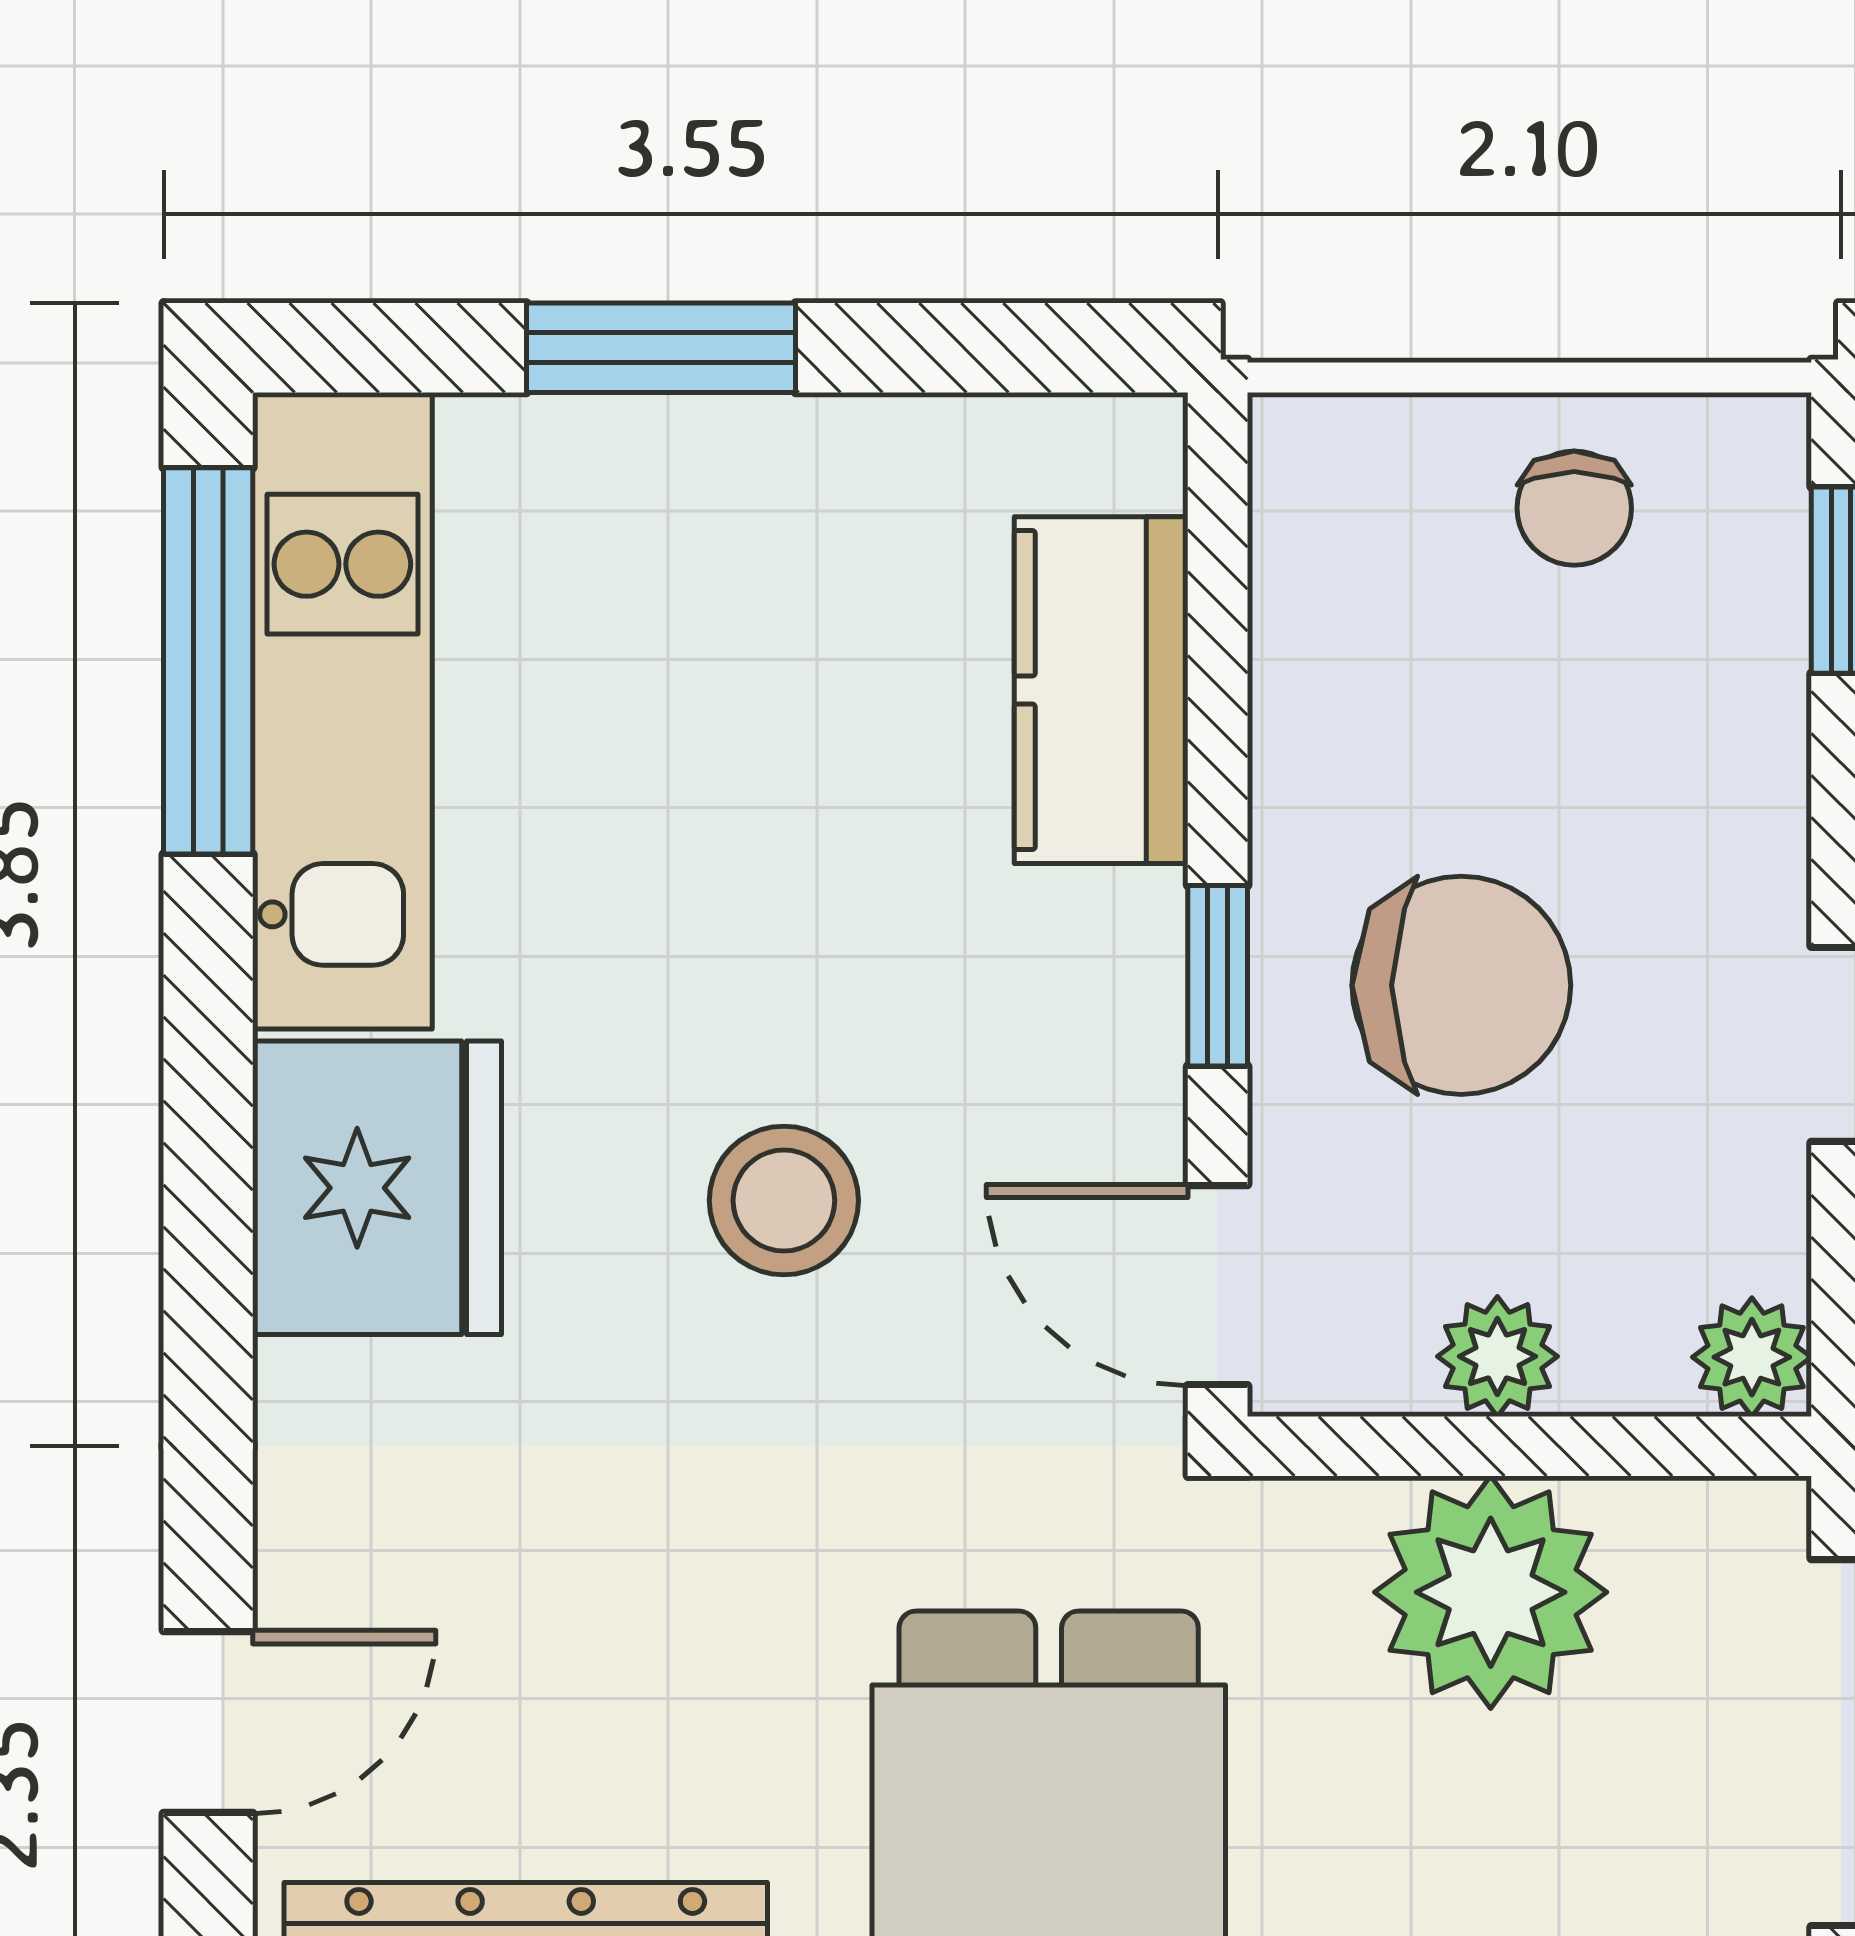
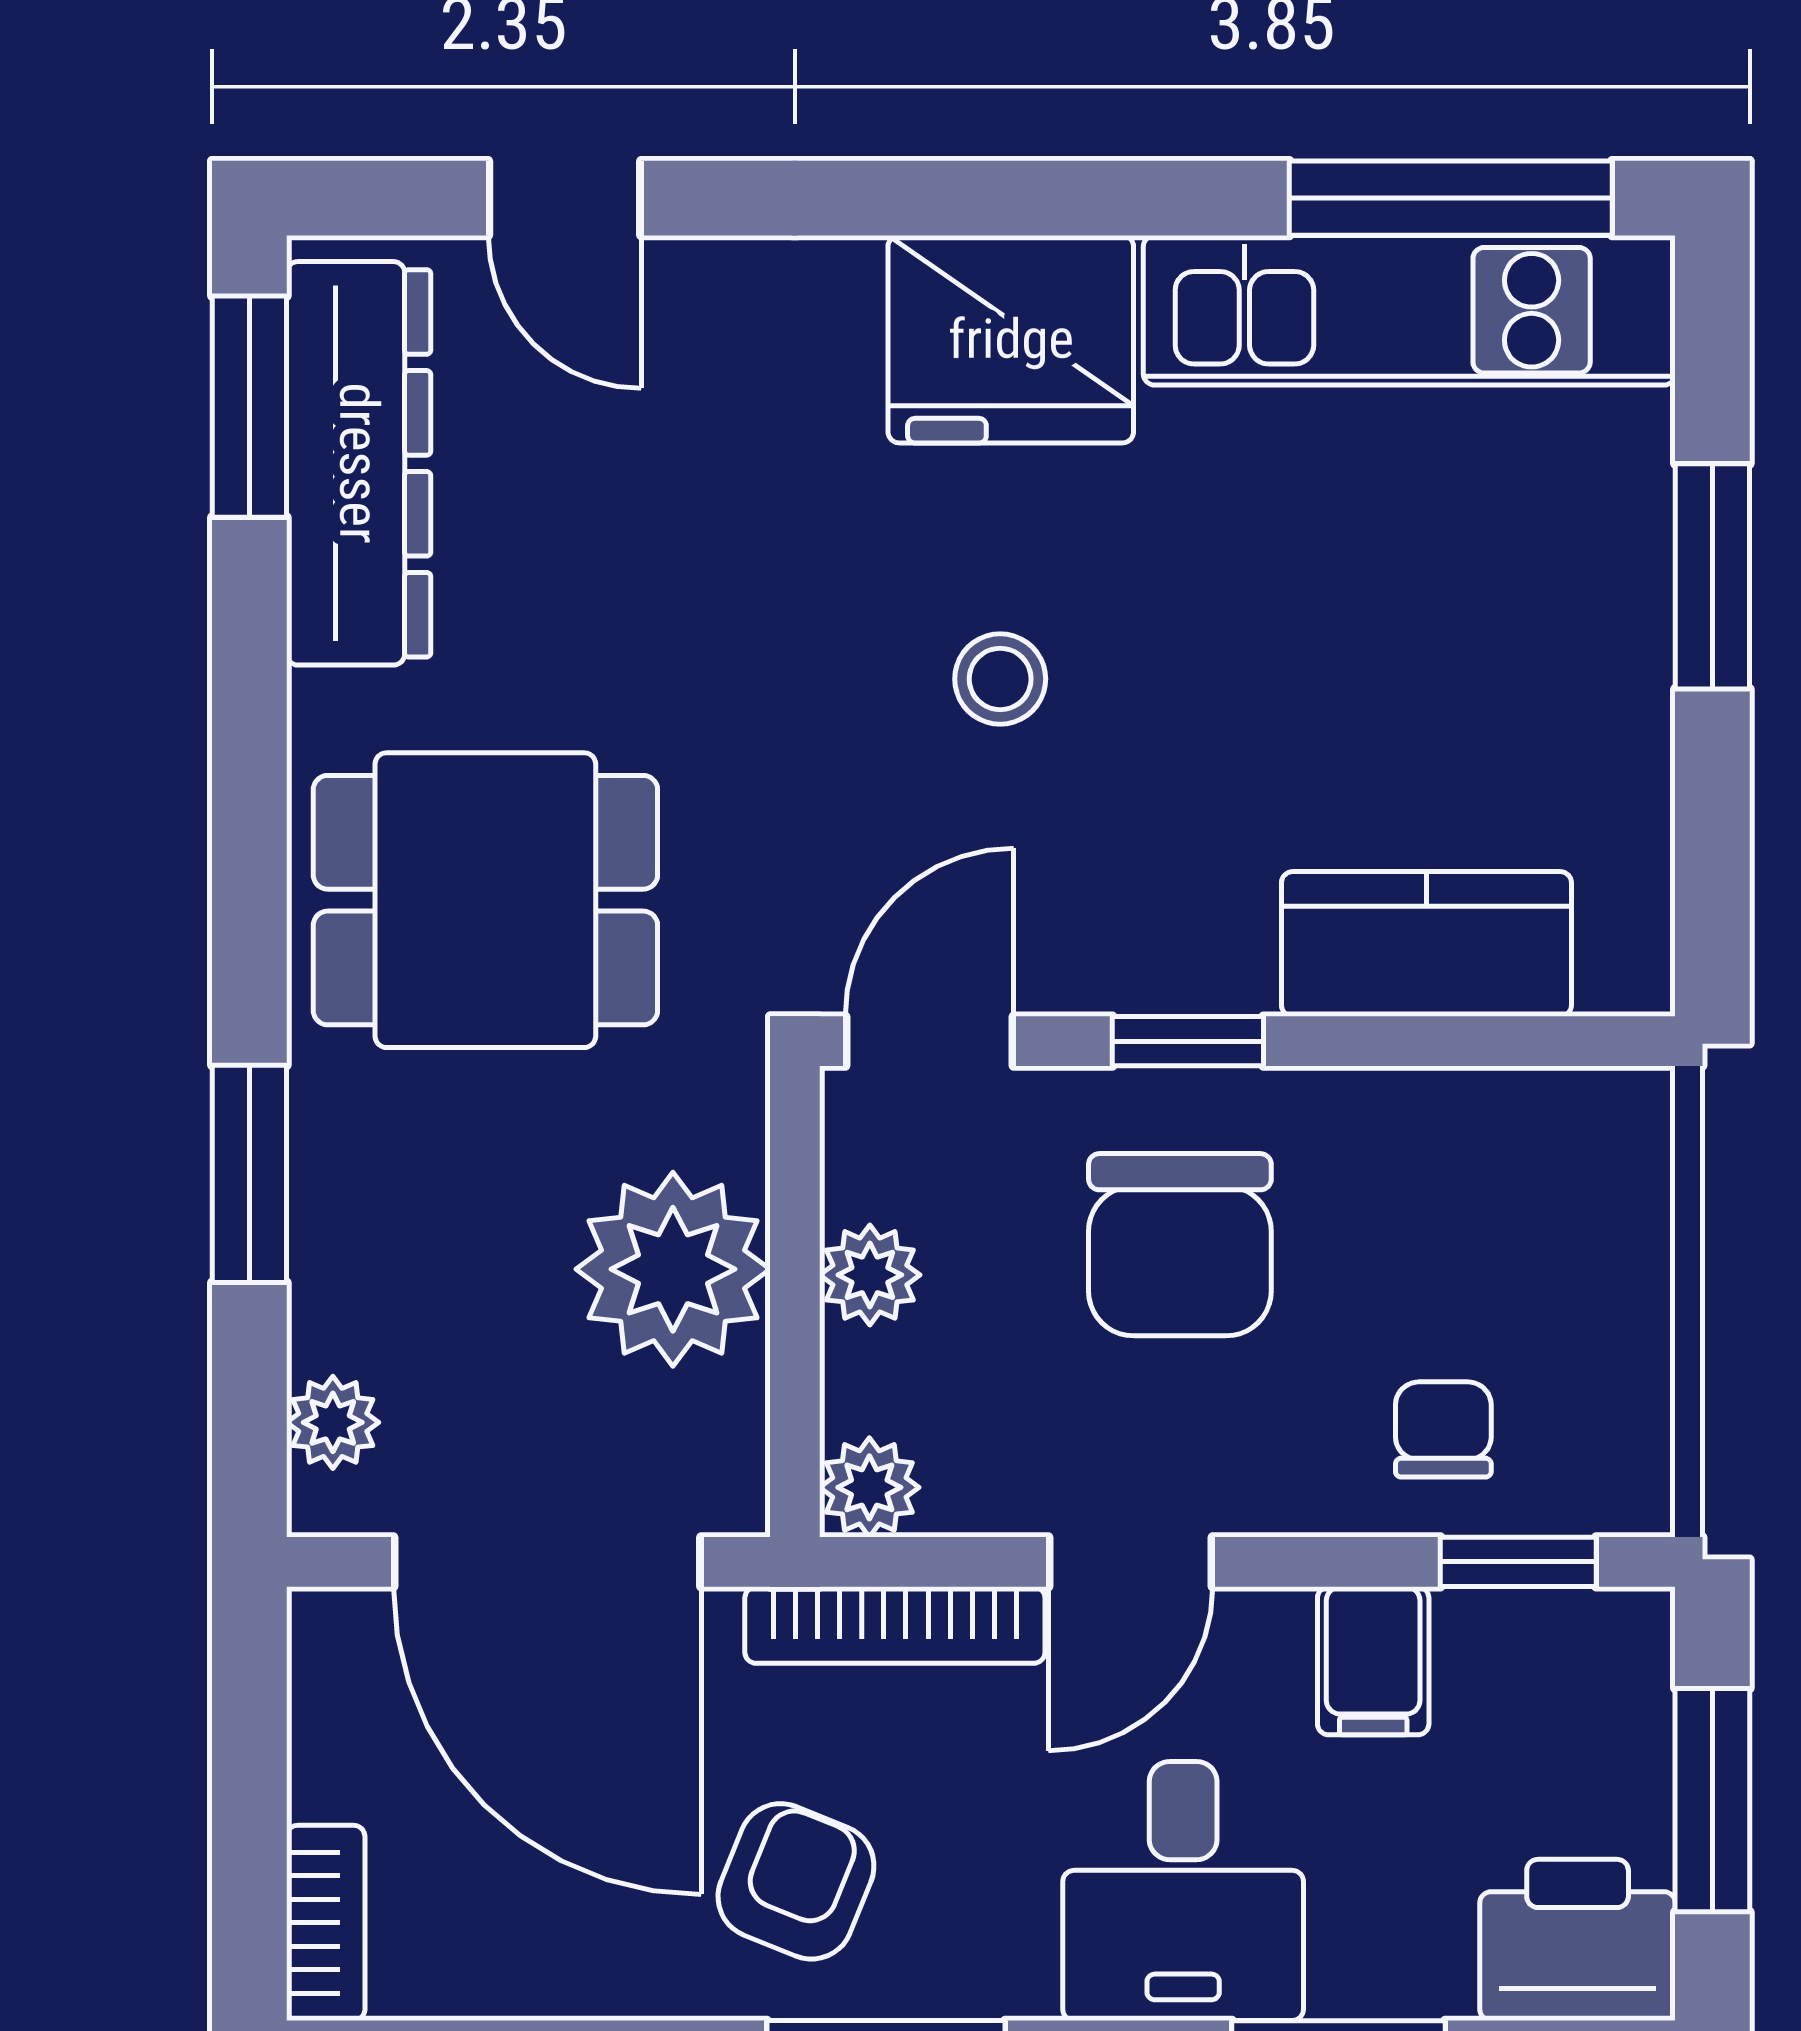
chair: (1574, 508) -> (1443, 1429), moved, turned 90
stool: (784, 1200) -> (1000, 679), width x0.73, depth x0.73

